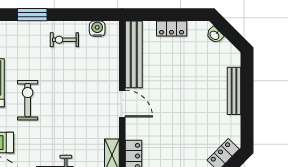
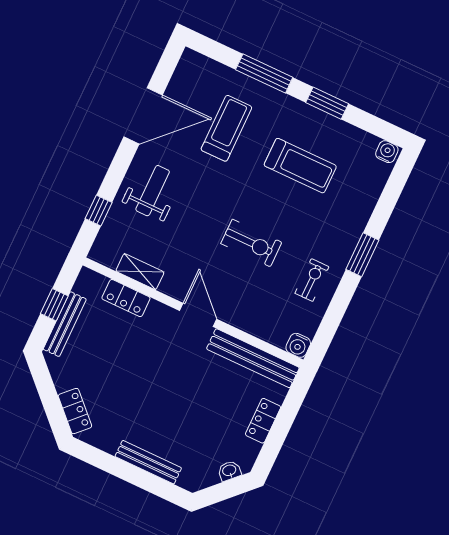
water cooler: (97, 29) -> (298, 345), moved, turned 90
exercise bike: (28, 100) -> (251, 243), moved
door: (122, 104) -> (198, 315), swing flipped

